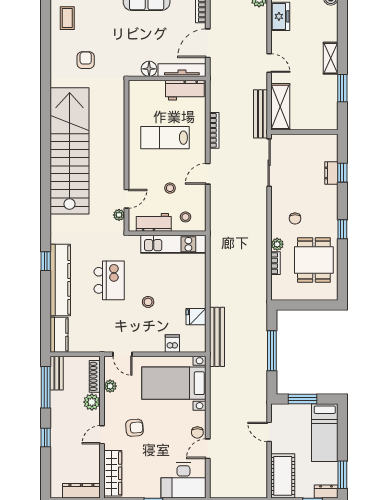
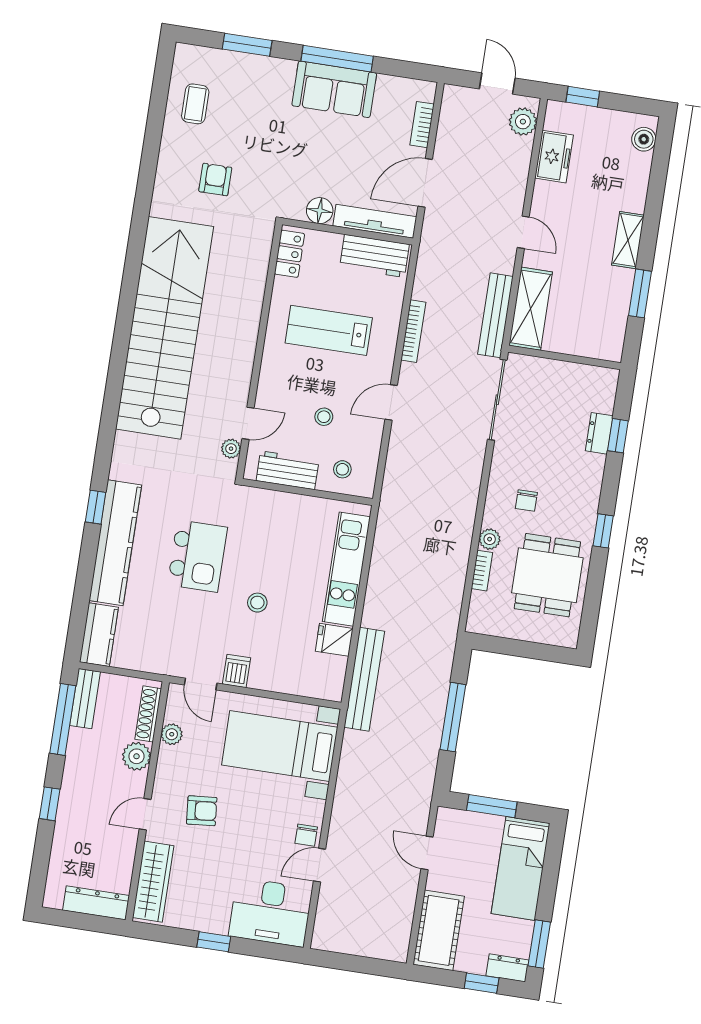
locker: (135, 97) -> (289, 254), added
kitchen unit: (173, 244) -> (346, 569), moved, turned 90
dishwasher: (172, 344) -> (236, 671), moved

